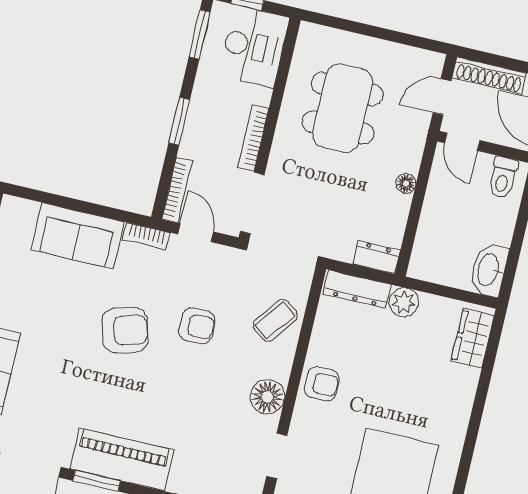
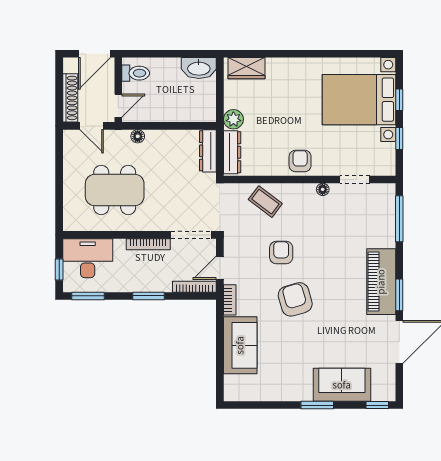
floor lamp: (406, 183) -> (138, 136), moved
dresser: (377, 257) -> (208, 151), width x1.44
floor lamp: (267, 397) -> (323, 189), width x0.53, depth x0.53

